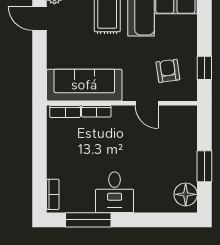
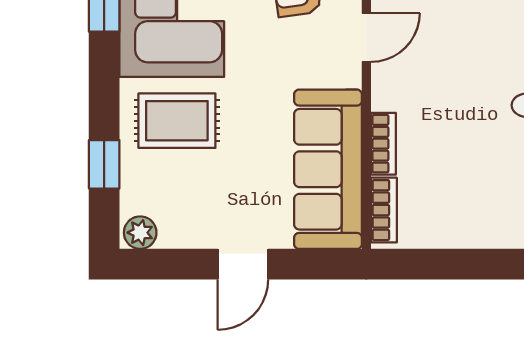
door: (40, 18) -> (243, 264), moved

